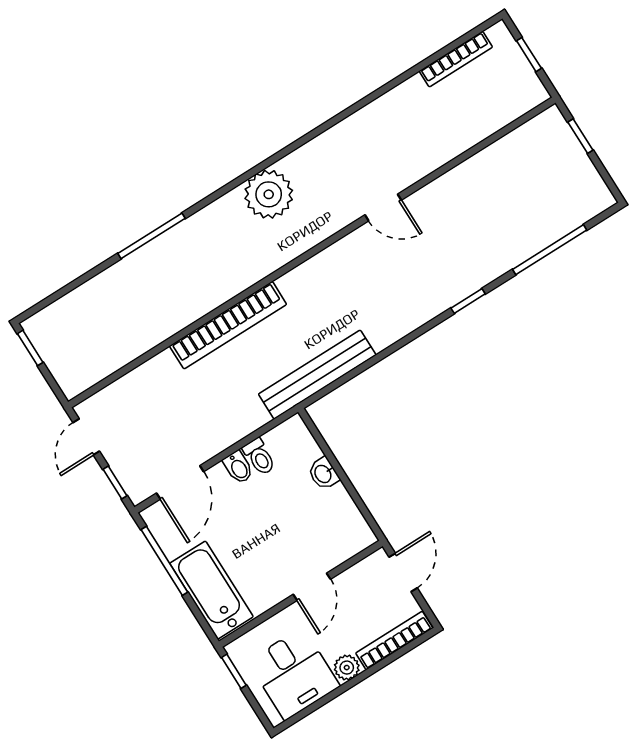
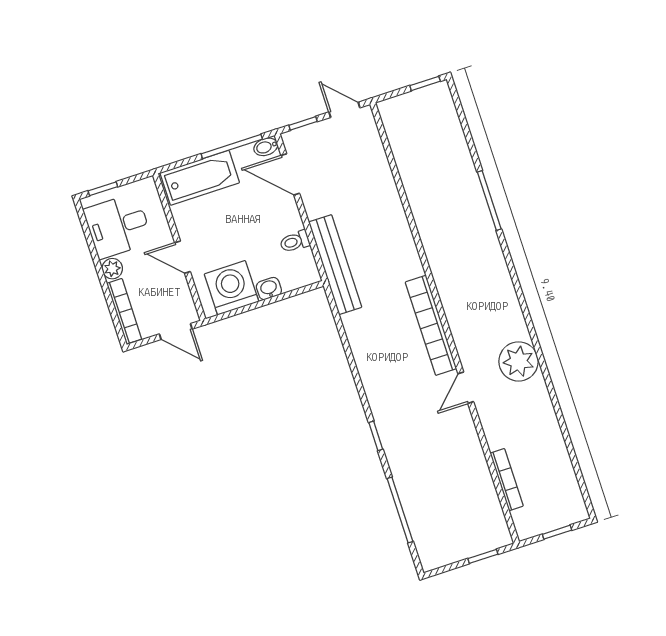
bookcase: (456, 59) -> (507, 480), moved, turned 180
plant: (269, 194) -> (519, 361), moved
bookcase: (228, 325) -> (431, 325), moved
bench: (317, 375) -> (335, 265), moved
bidet: (238, 467) -> (266, 147), moved
washing machine: (334, 519) -> (231, 288), added
window: (234, 671) -> (103, 189), moved

